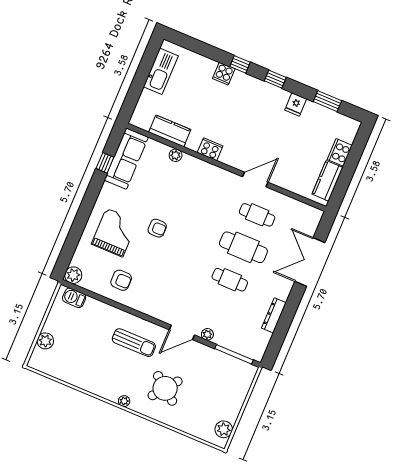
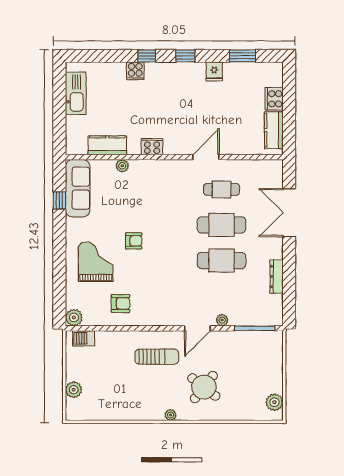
cafe table: (230, 280) -> (222, 260), width x1.37, depth x1.35

